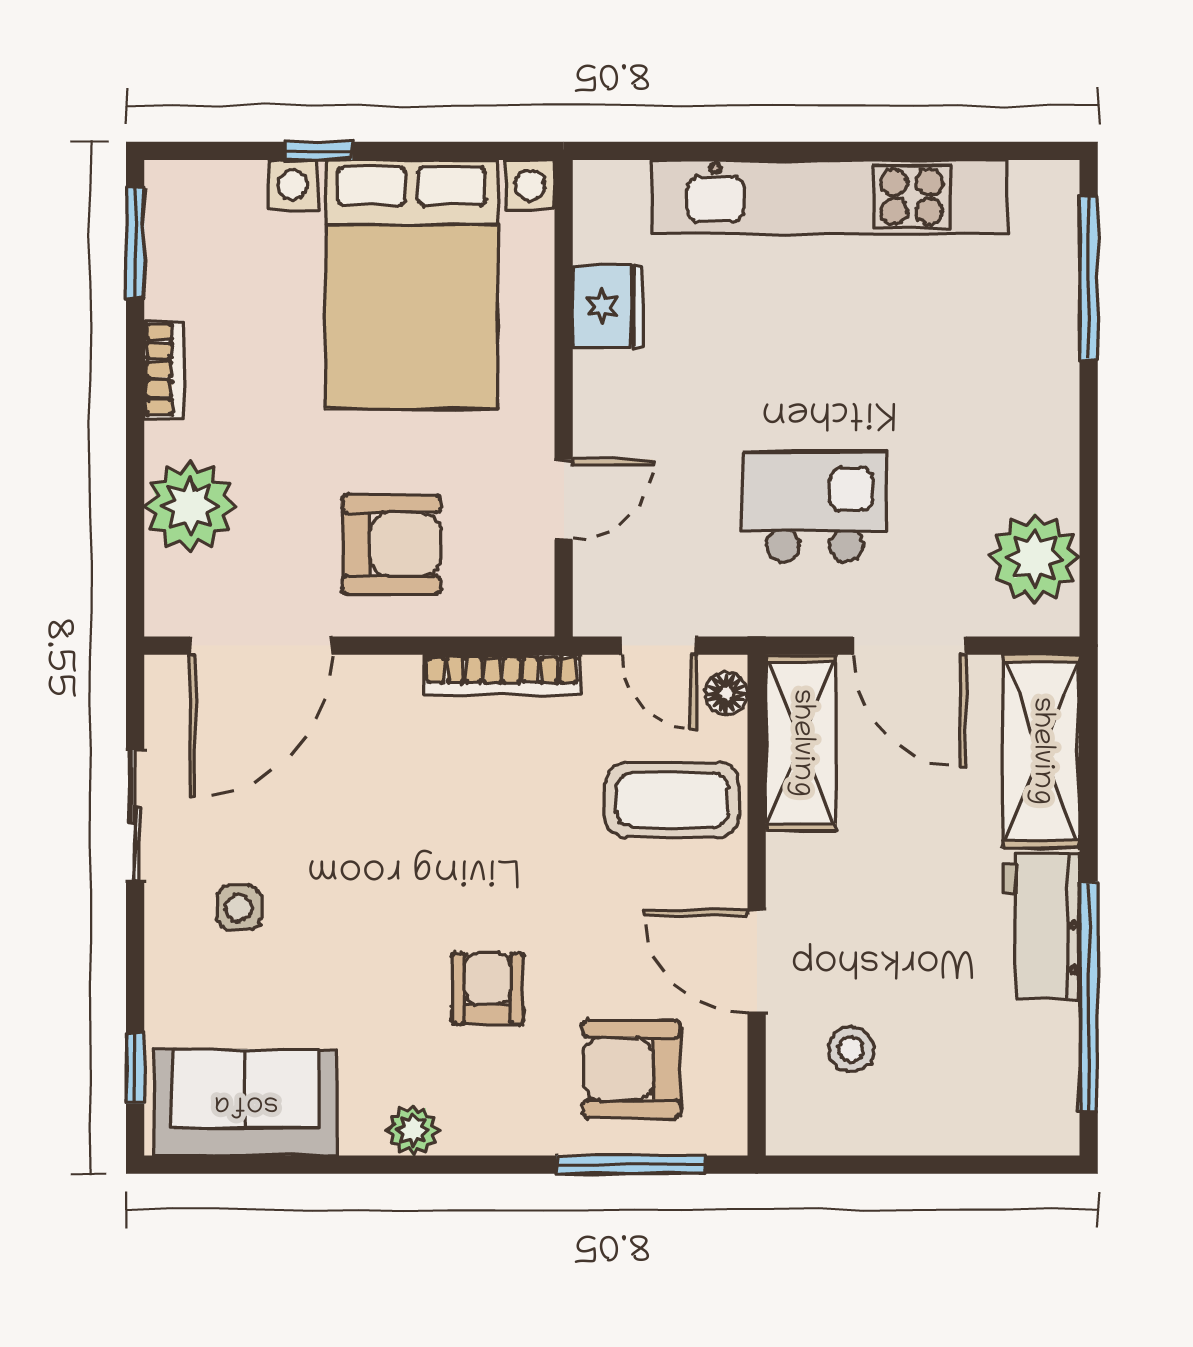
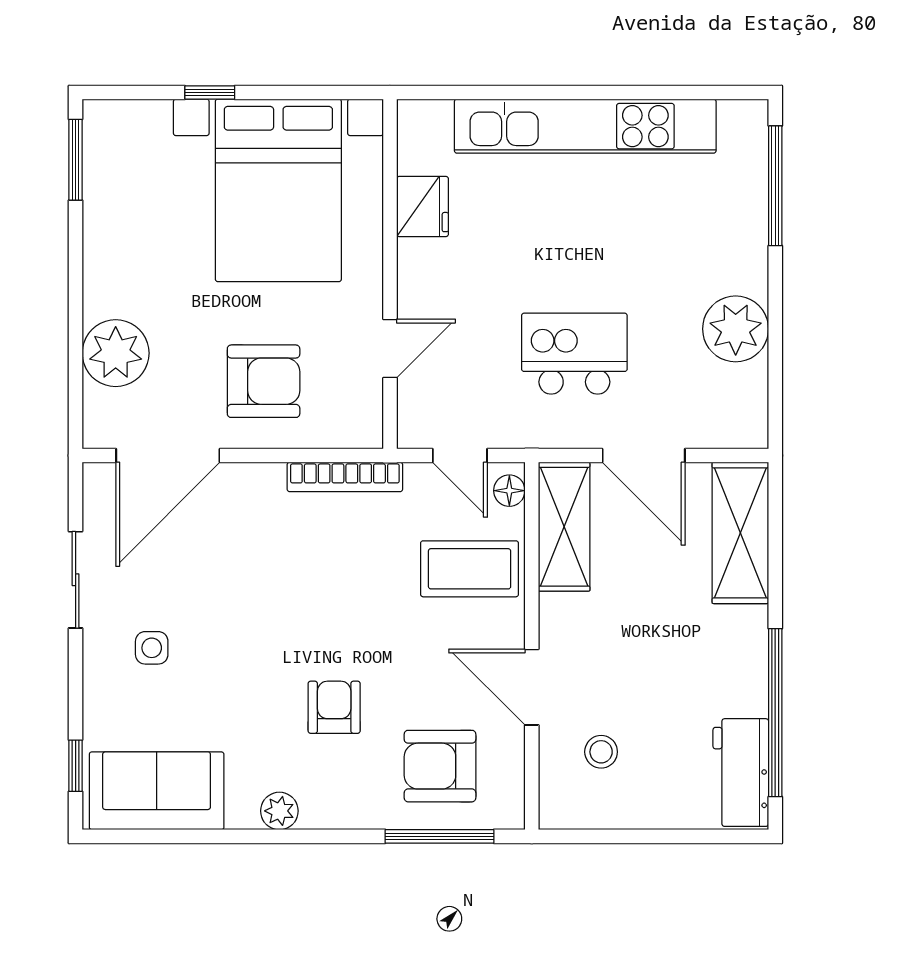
bookcase: (164, 370) -> (97, 253), removed
plant: (1035, 558) -> (736, 329), moved
workbench: (1042, 926) -> (741, 773), moved

